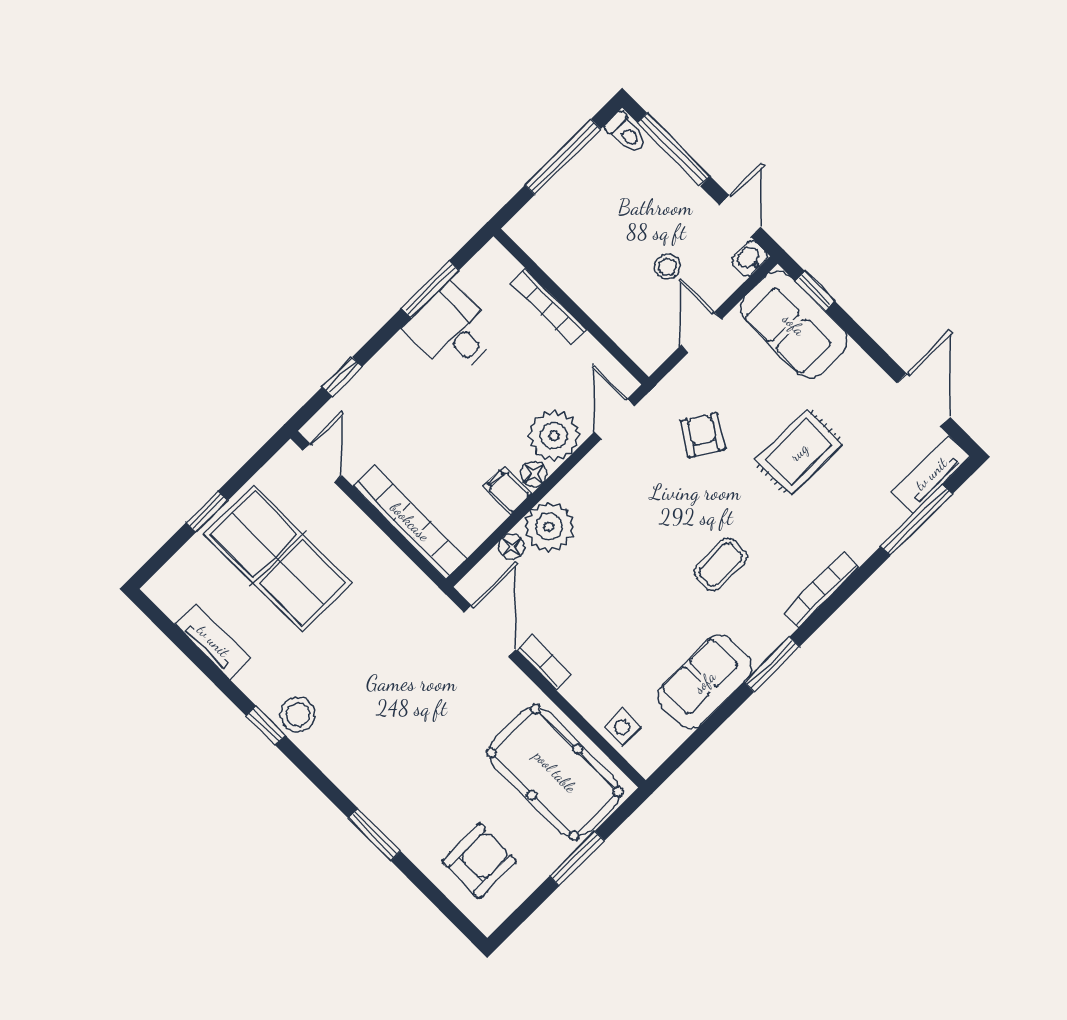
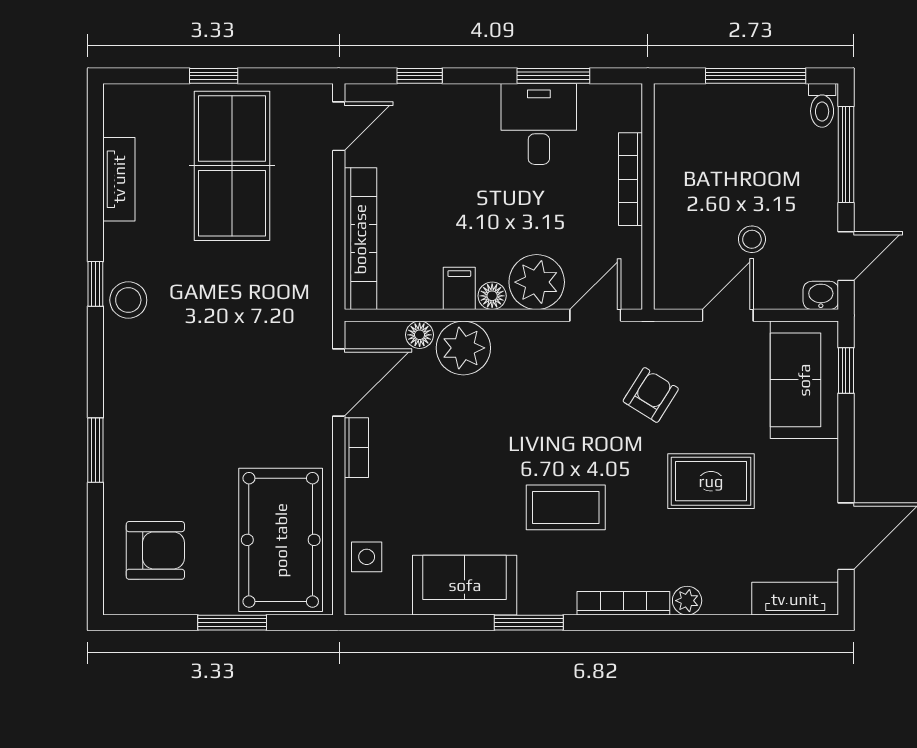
window: (916, 520) -> (749, 623), removed
plant: (861, 546) -> (687, 601), added
coffee table: (721, 565) -> (566, 507), width x1.36, depth x1.30

